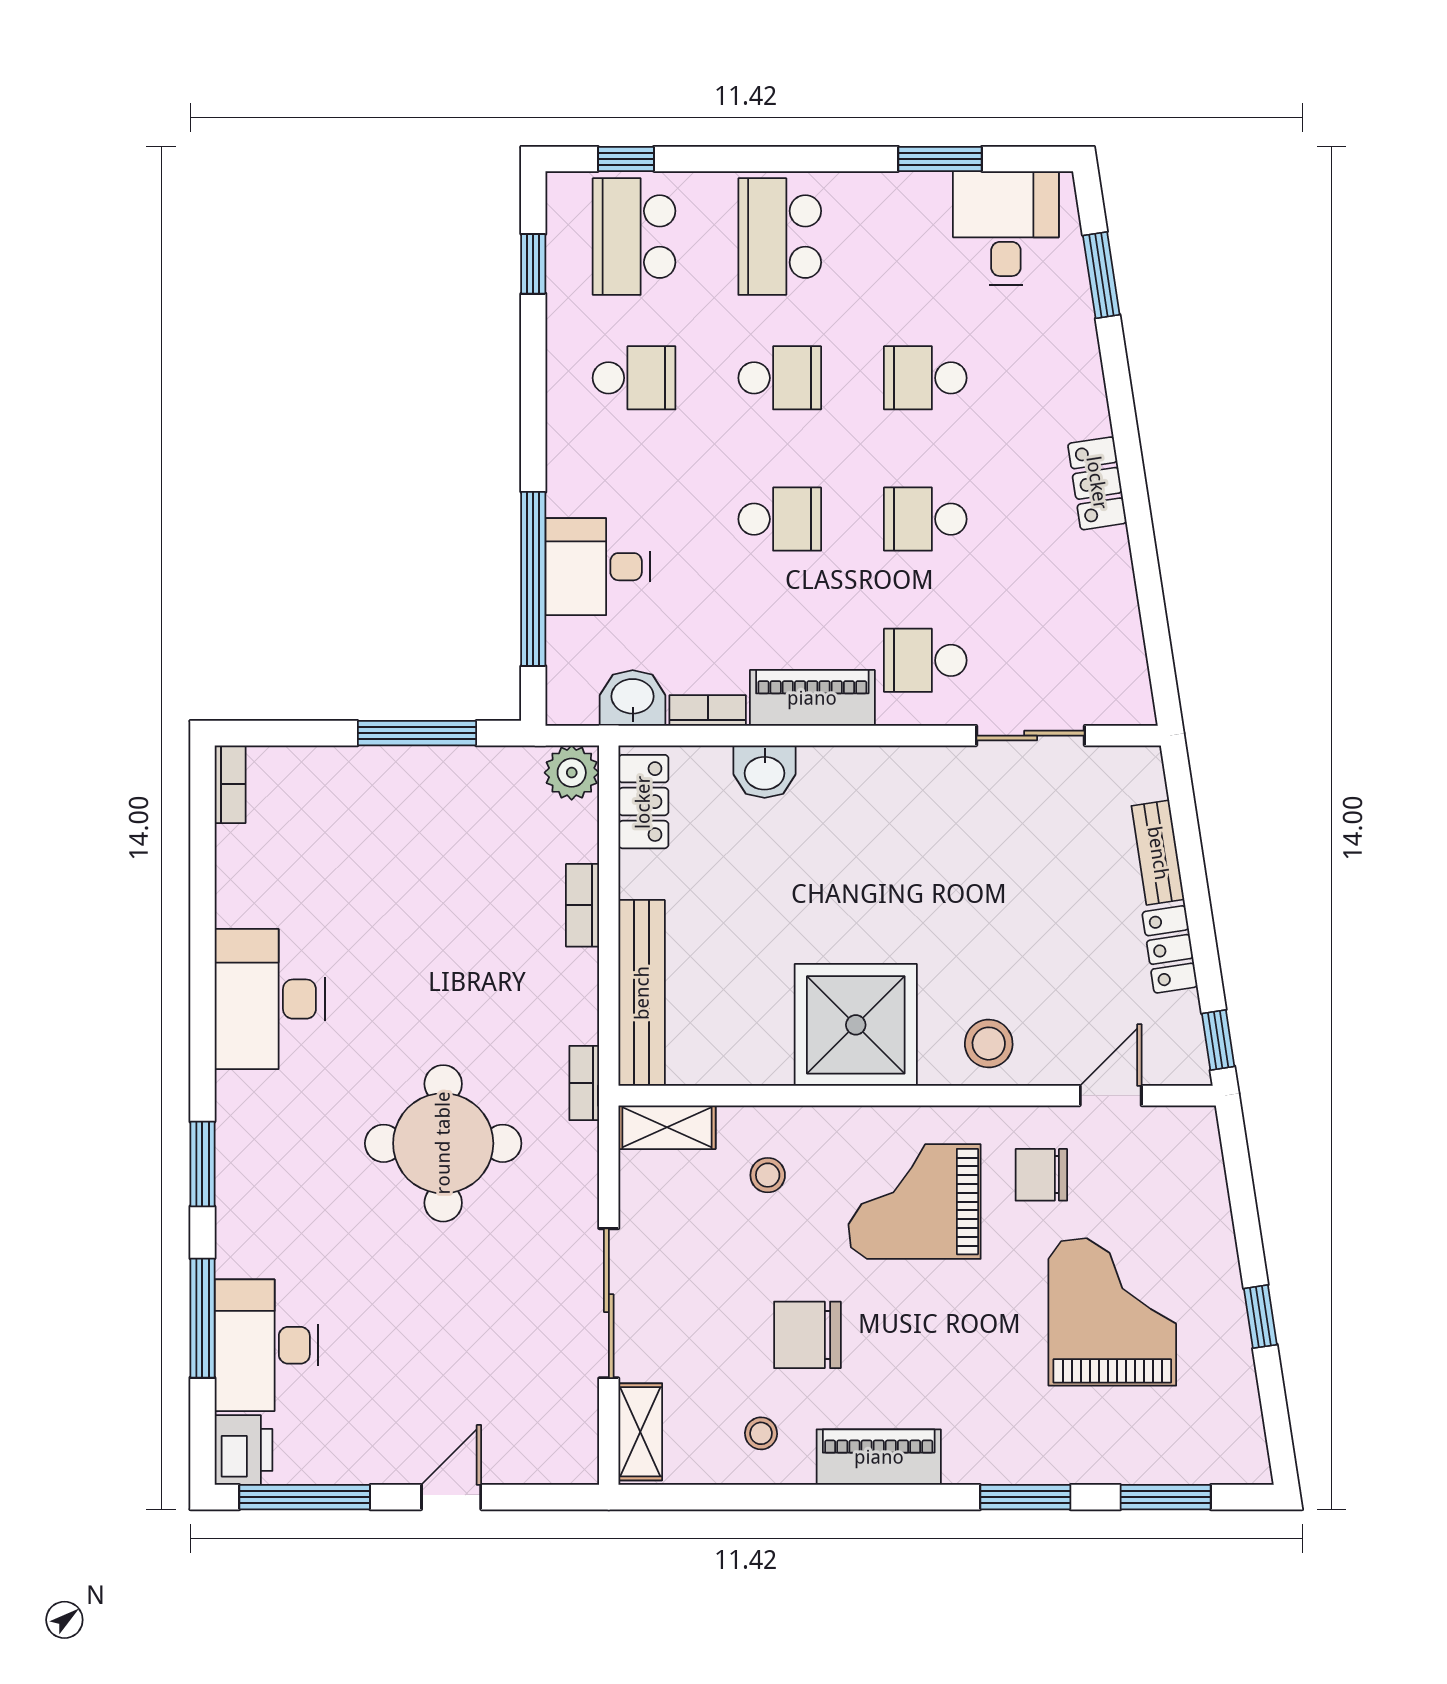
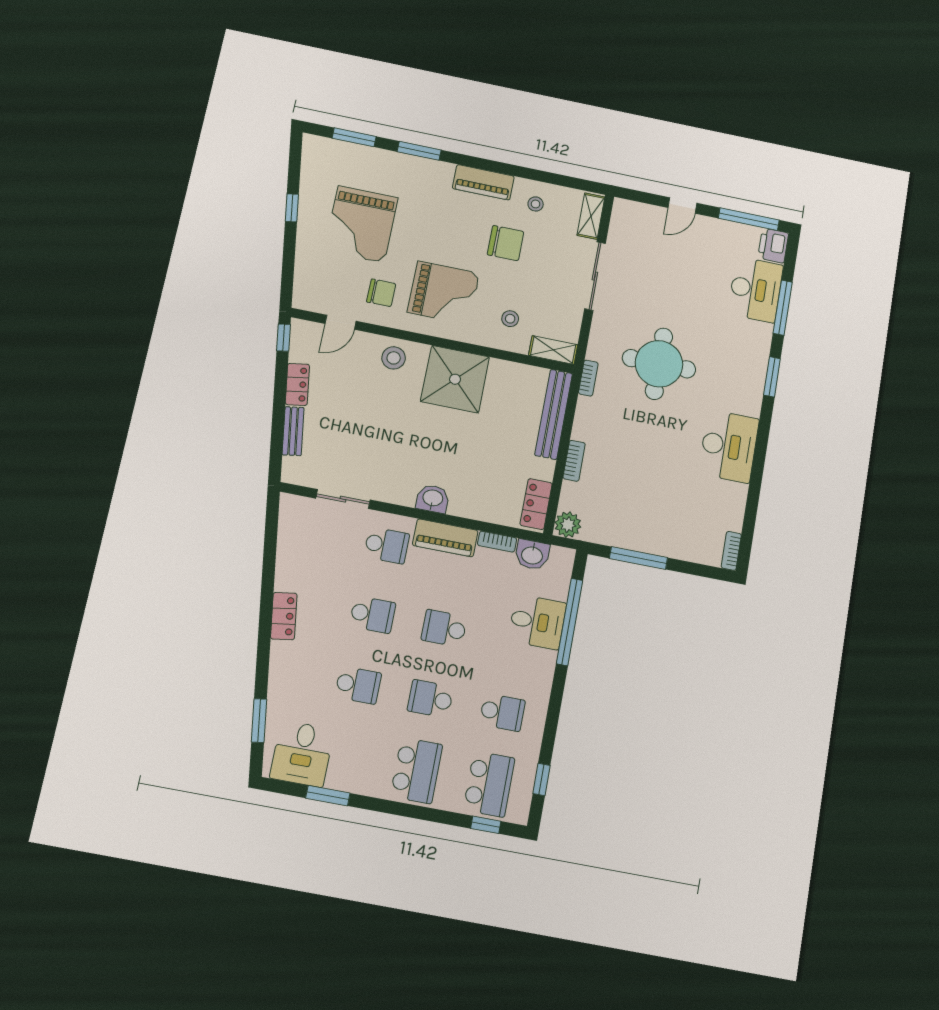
school desk: (634, 378) -> (502, 712), turned 180
washbasin: (765, 772) -> (433, 499), moved

